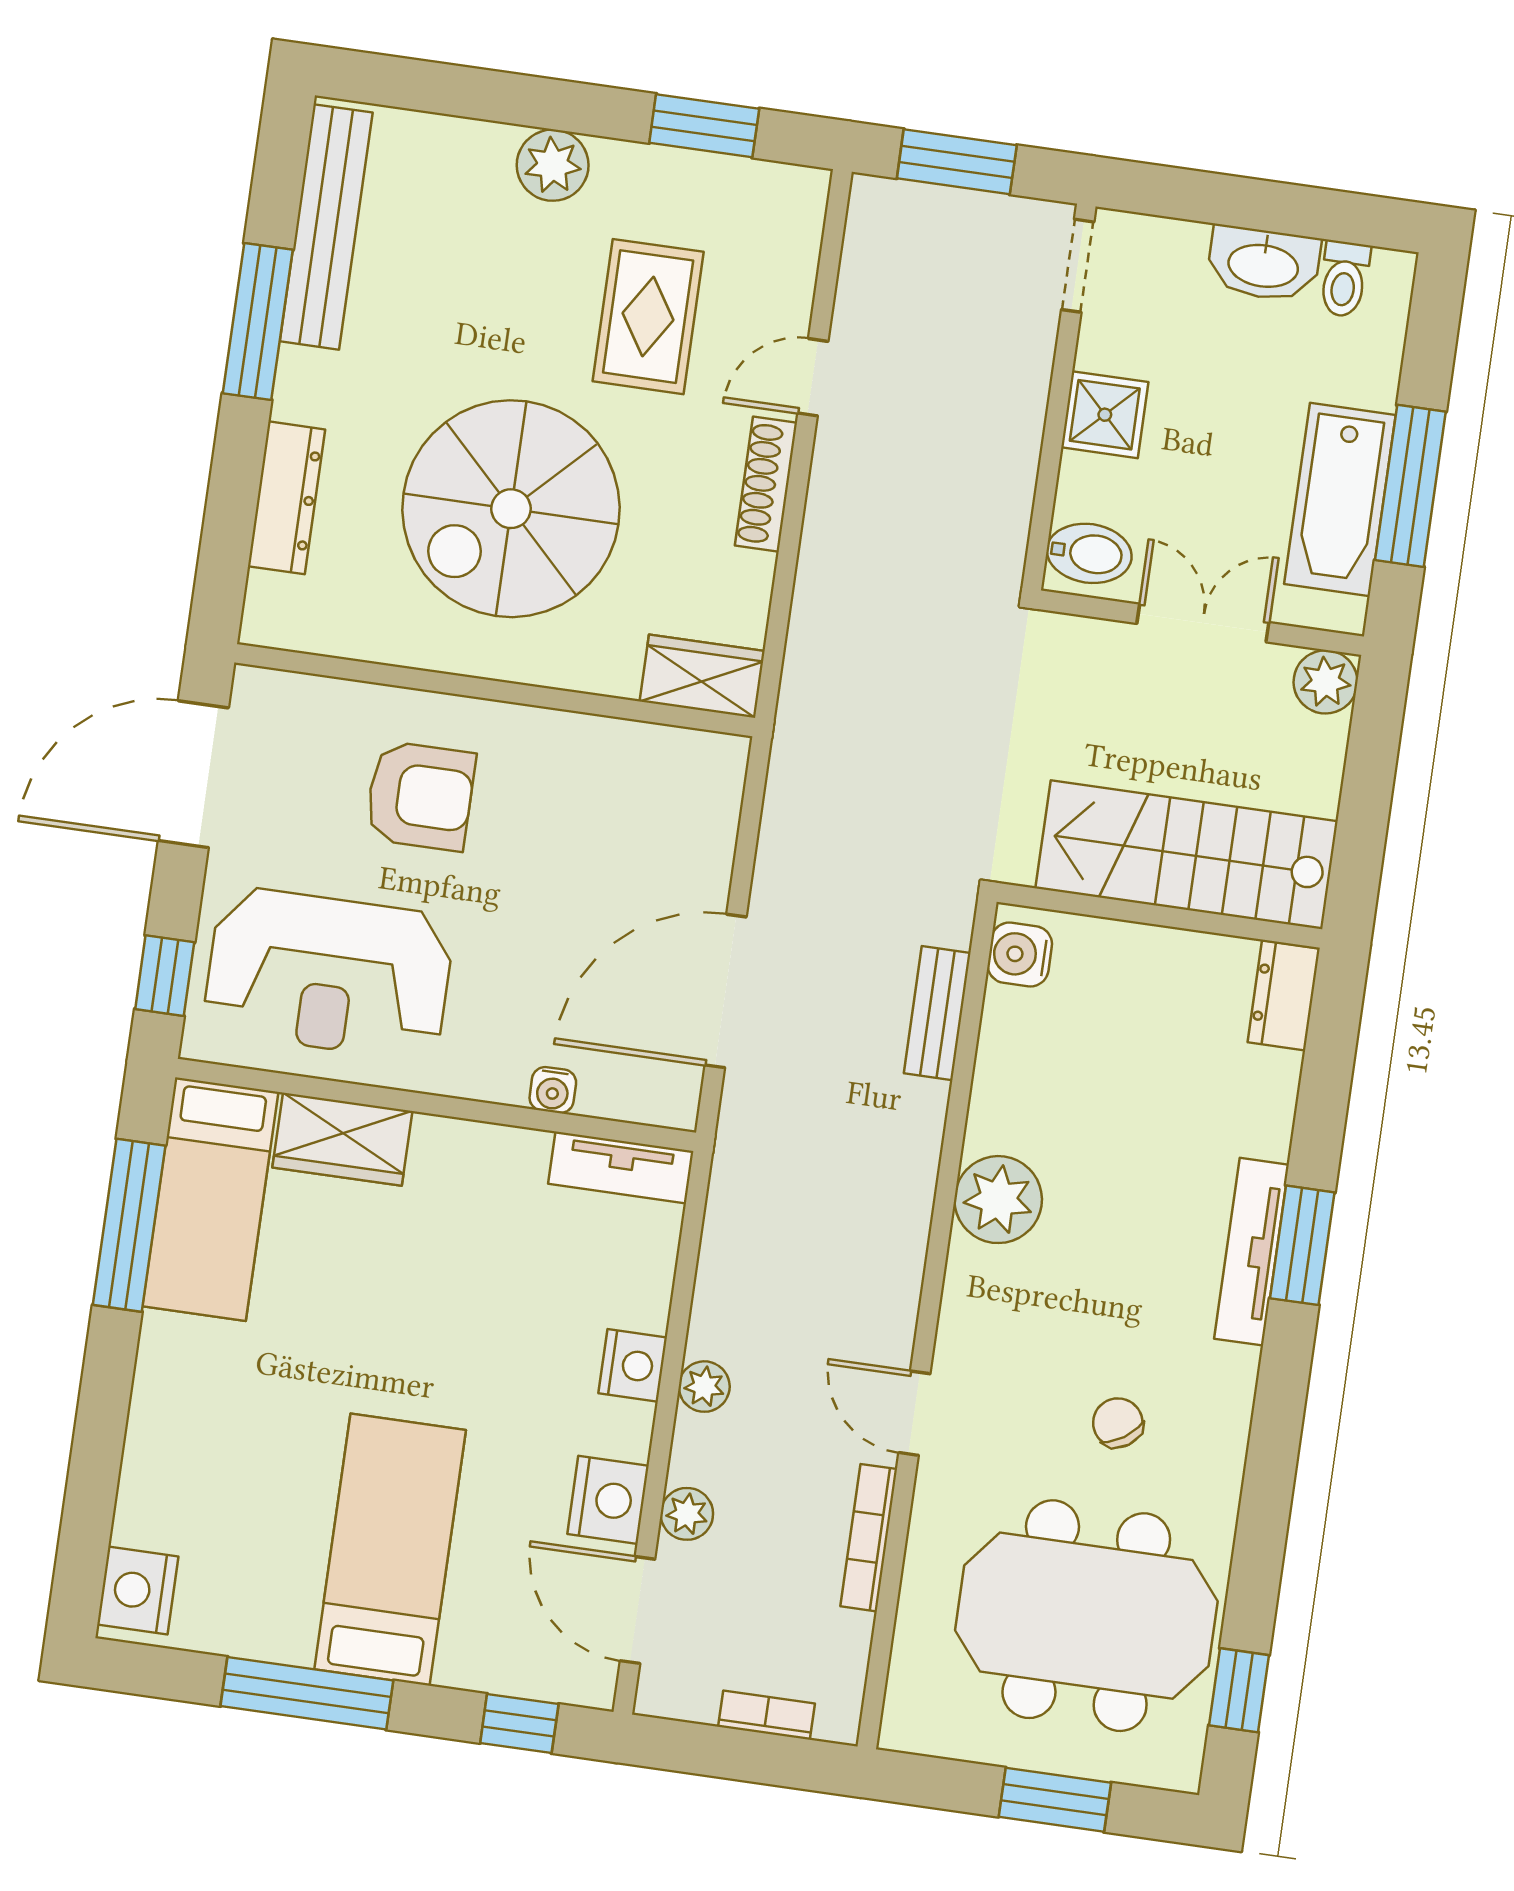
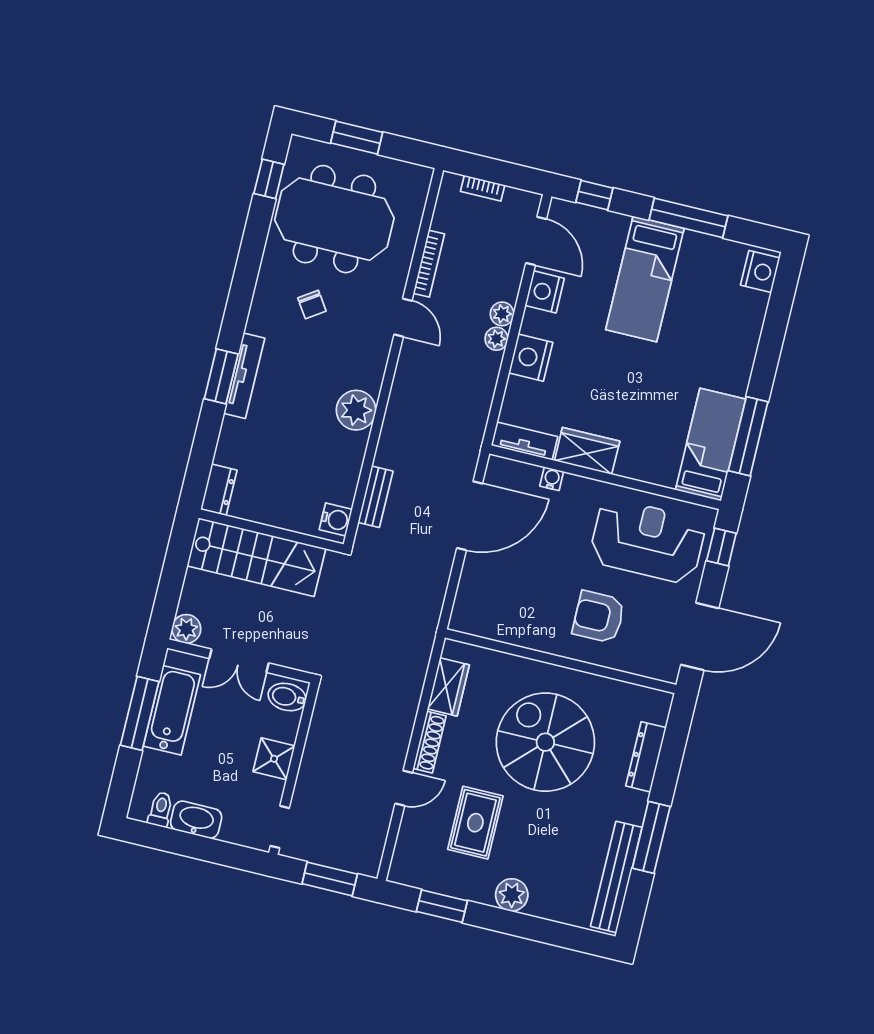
spiral stairs: (511, 509) -> (545, 742), turned -90
wardrobe: (702, 676) -> (448, 687), moved, turned -90
wardrobe: (342, 1139) -> (587, 451), moved
nightstand: (633, 1365) -> (531, 358), width x1.36, depth x1.33
plant: (687, 1514) -> (502, 314), moved

